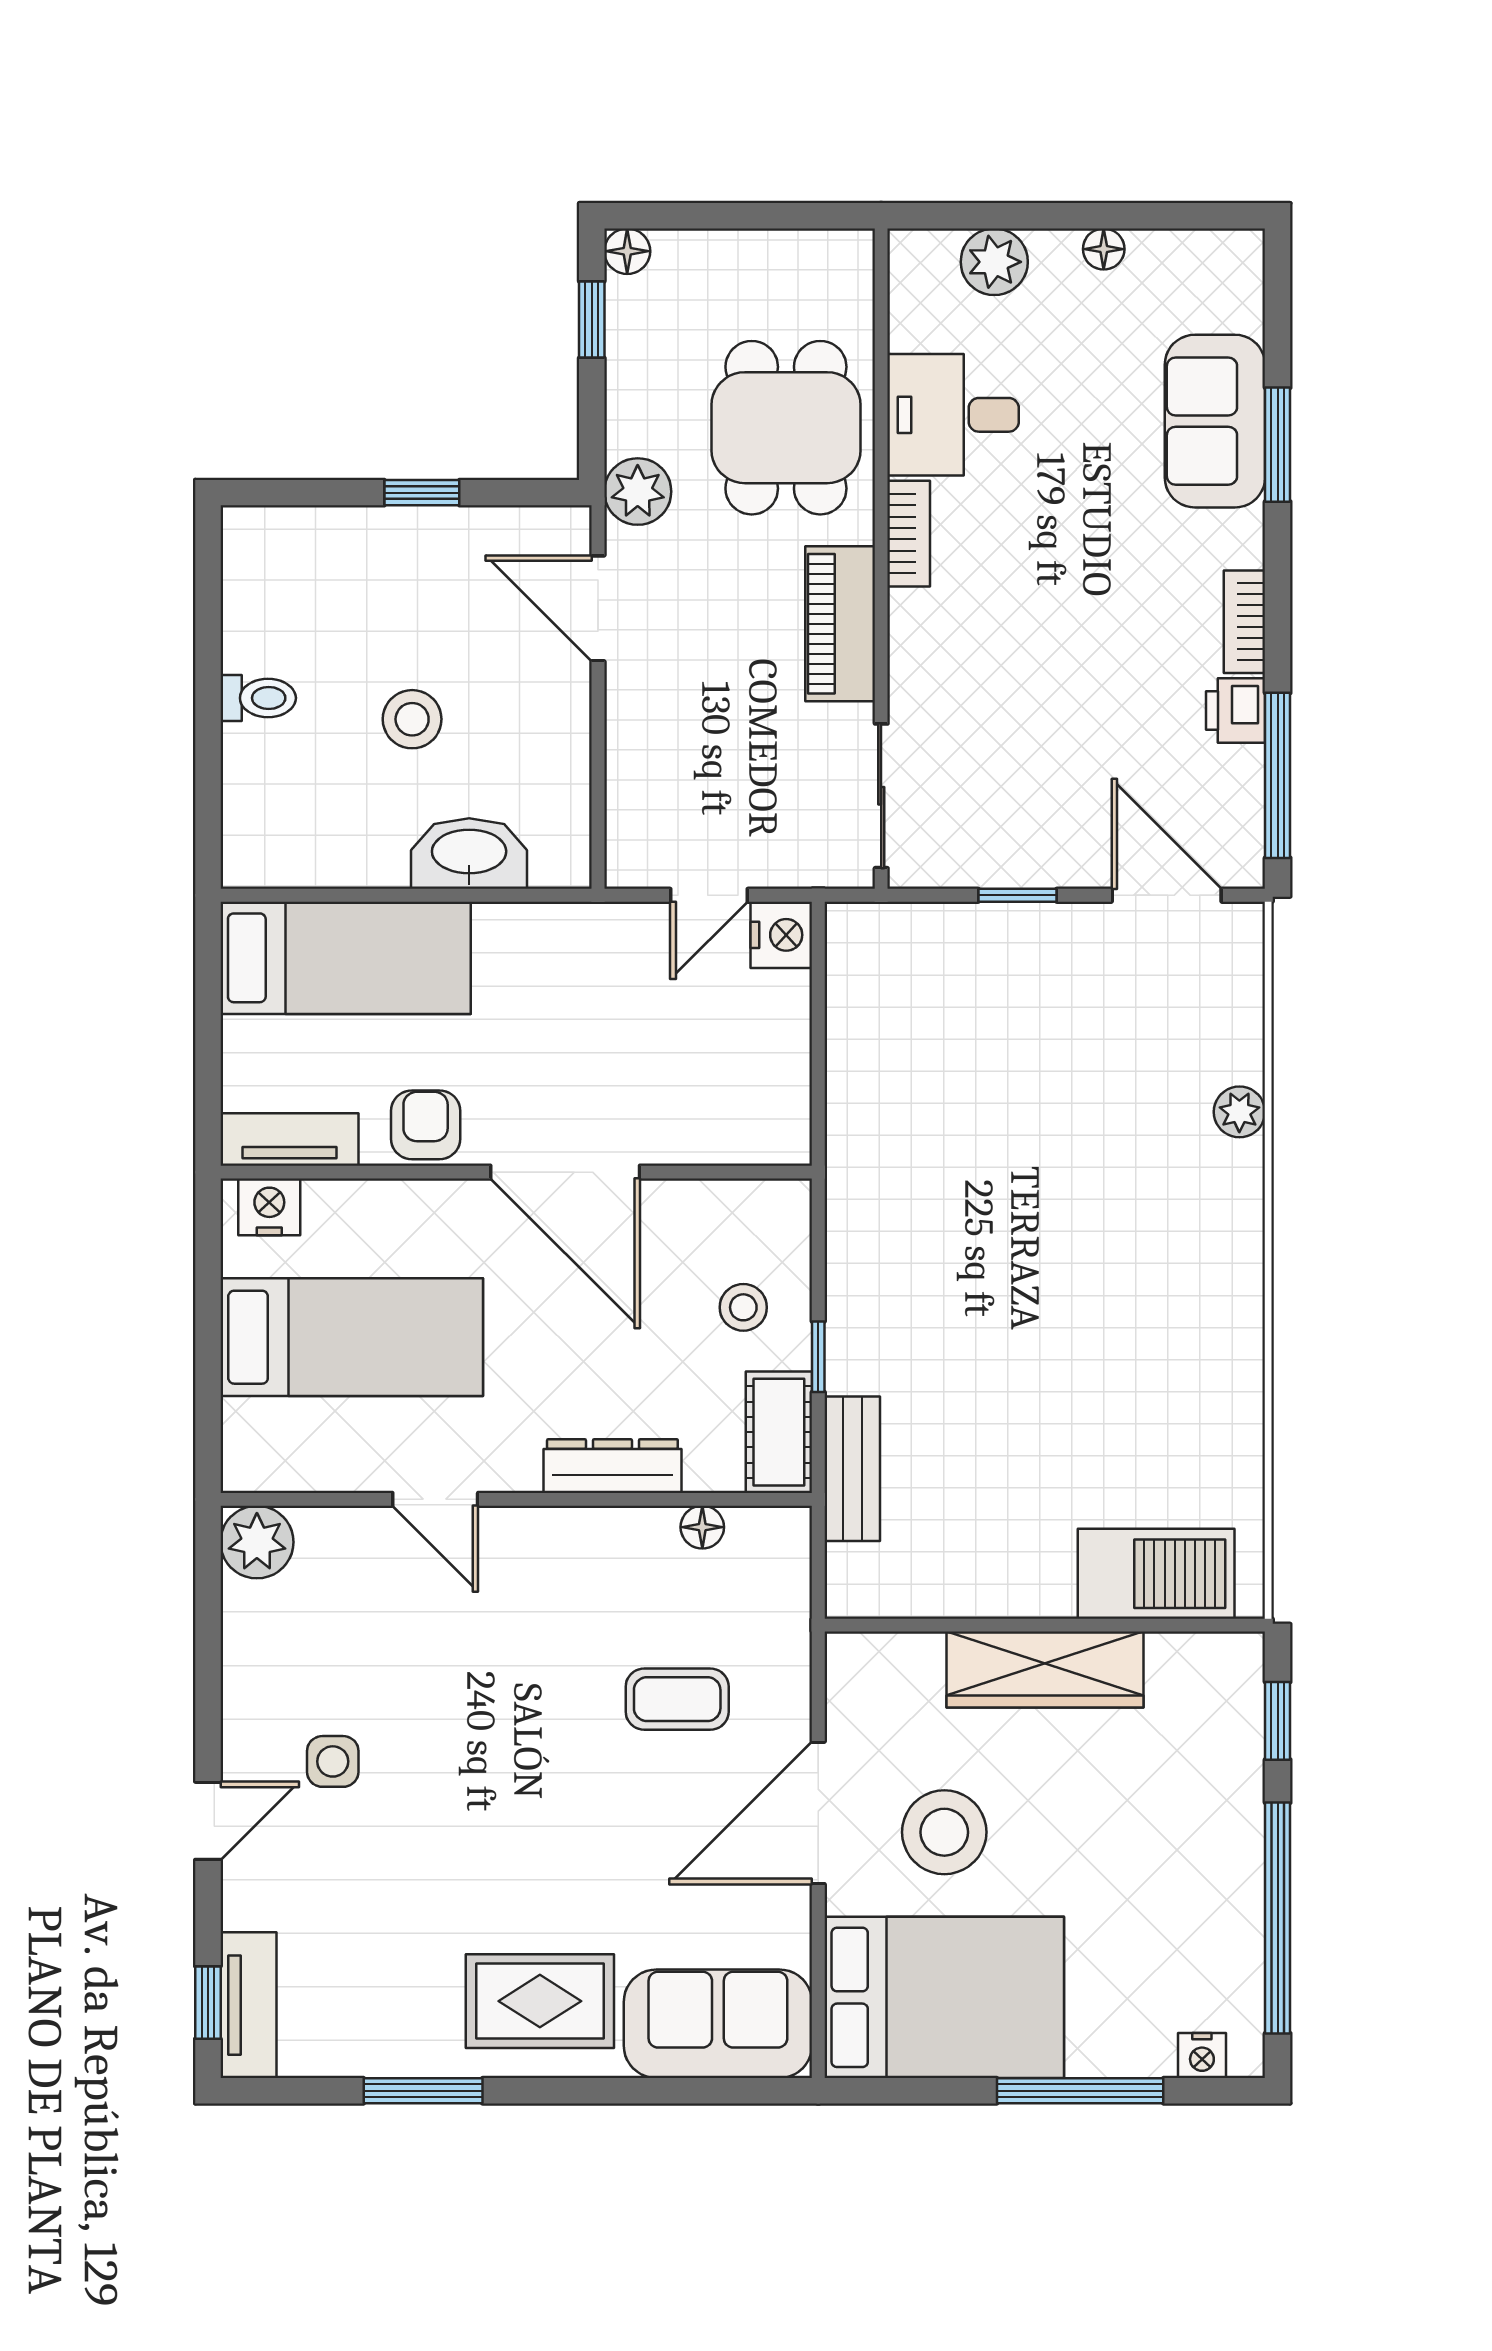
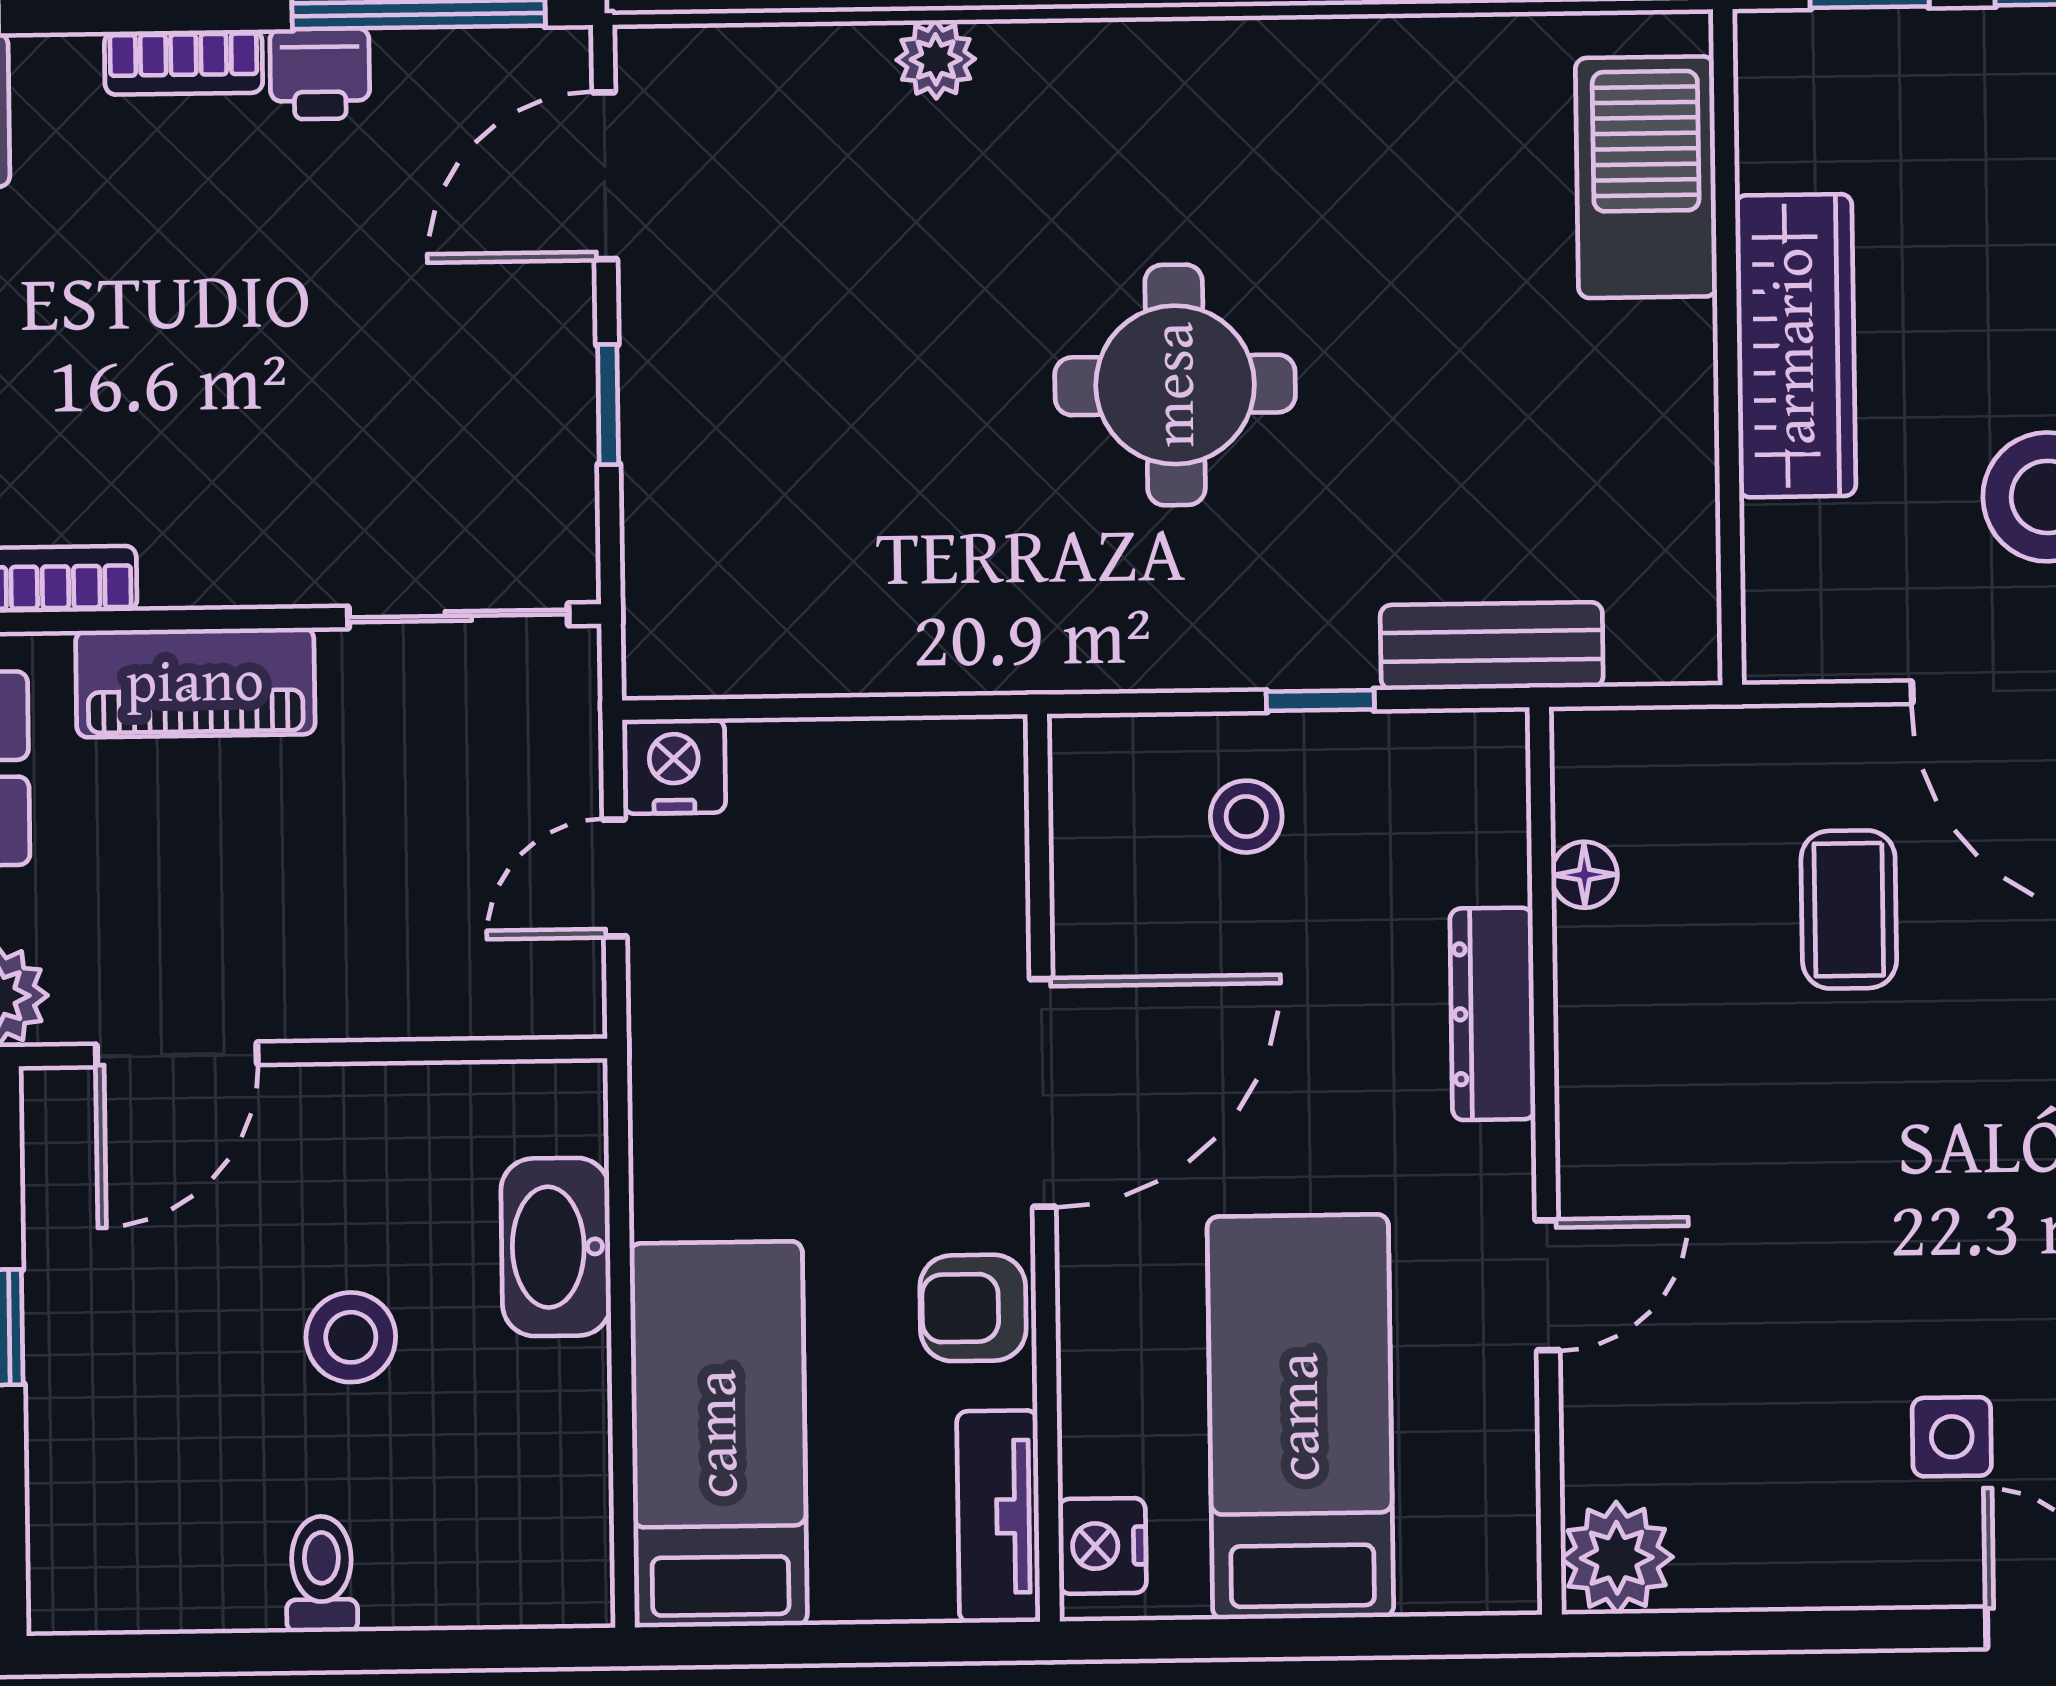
door: (709, 895) -> (615, 878), swing flipped
round table: (1025, 1265) -> (1175, 385), added
cot: (779, 1432) -> (1437, 759), removed

